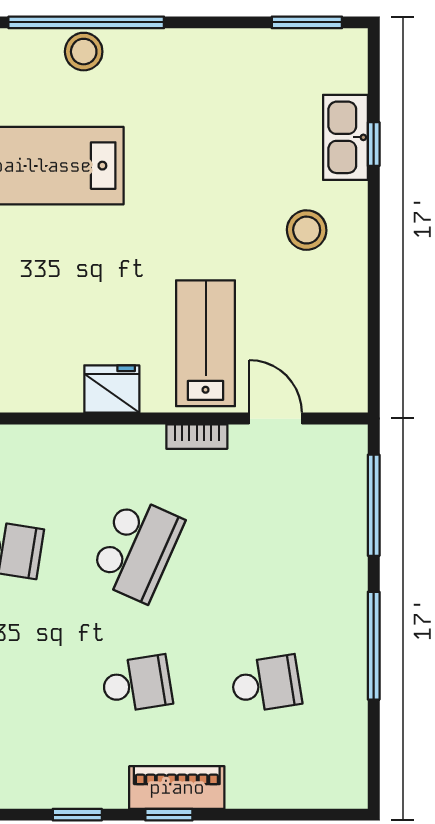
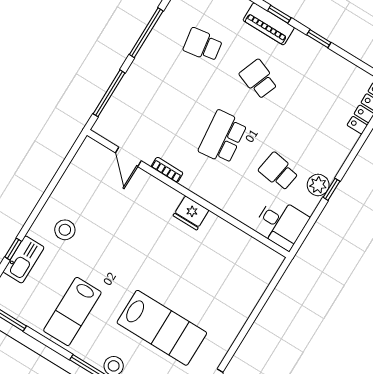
lab bench: (206, 343) -> (72, 311), moved
school desk: (137, 549) -> (223, 137), turned -30
school desk: (137, 684) -> (259, 79), turned 30

